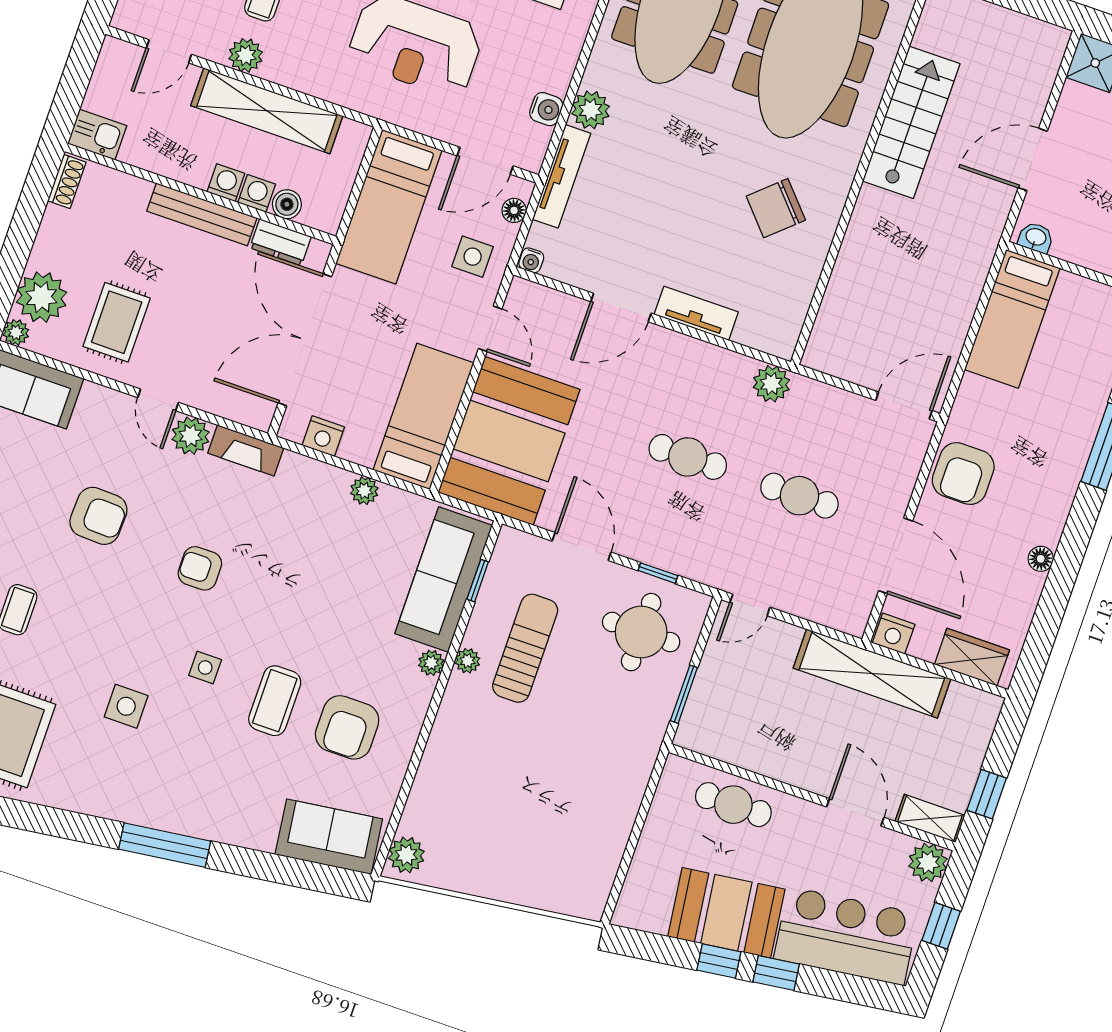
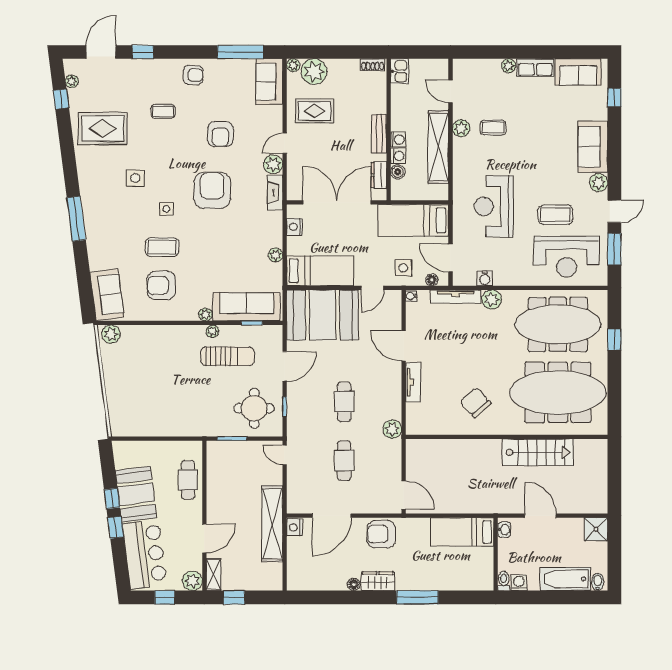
bench: (202, 214) -> (379, 134), width x0.73
armchair: (200, 568) -> (212, 190), width x1.88, depth x1.88
wardrobe: (972, 657) -> (378, 581), moved, turned -90

